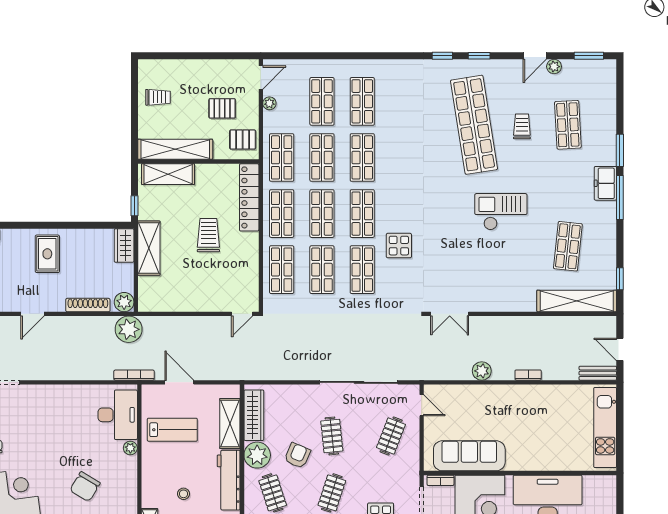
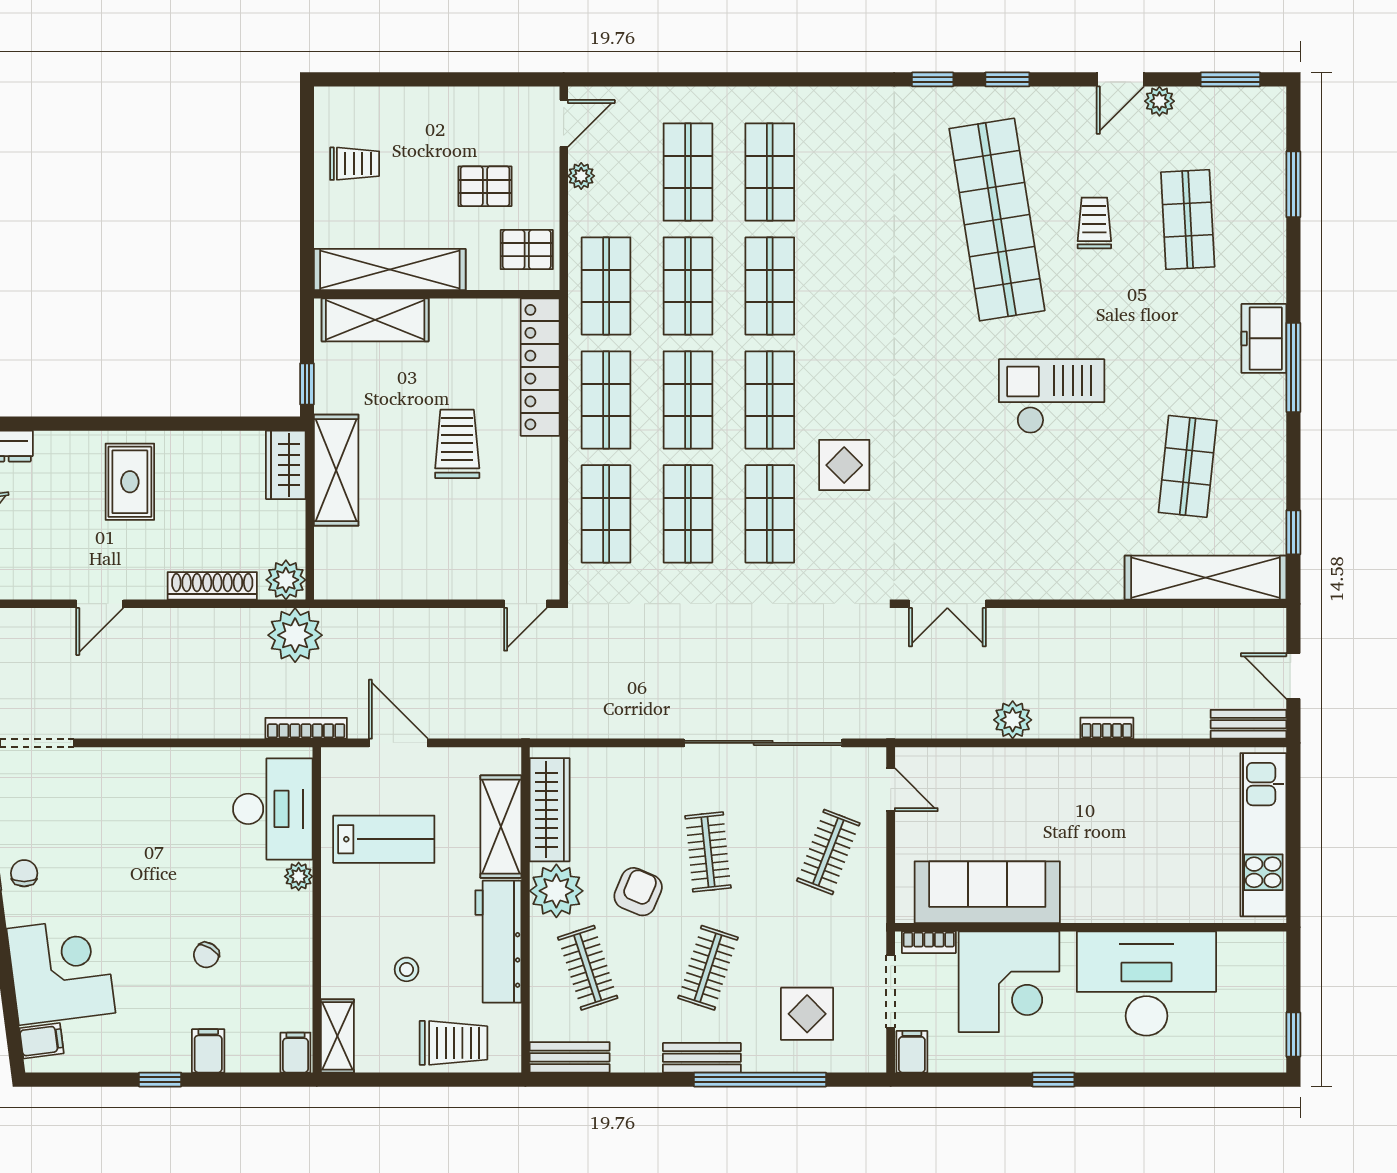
window: (620, 150) -> (1293, 184), moved
chair: (85, 487) -> (206, 955), width x0.54, depth x0.54

